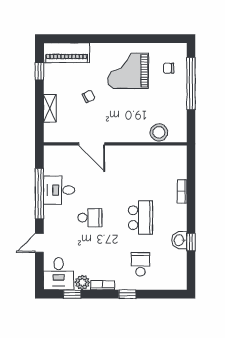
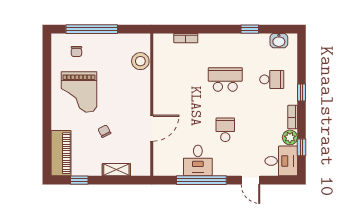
bookcase: (182, 191) -> (186, 38), moved
washbasin: (179, 240) -> (279, 41), moved
school desk: (140, 264) -> (272, 79), turned 180

